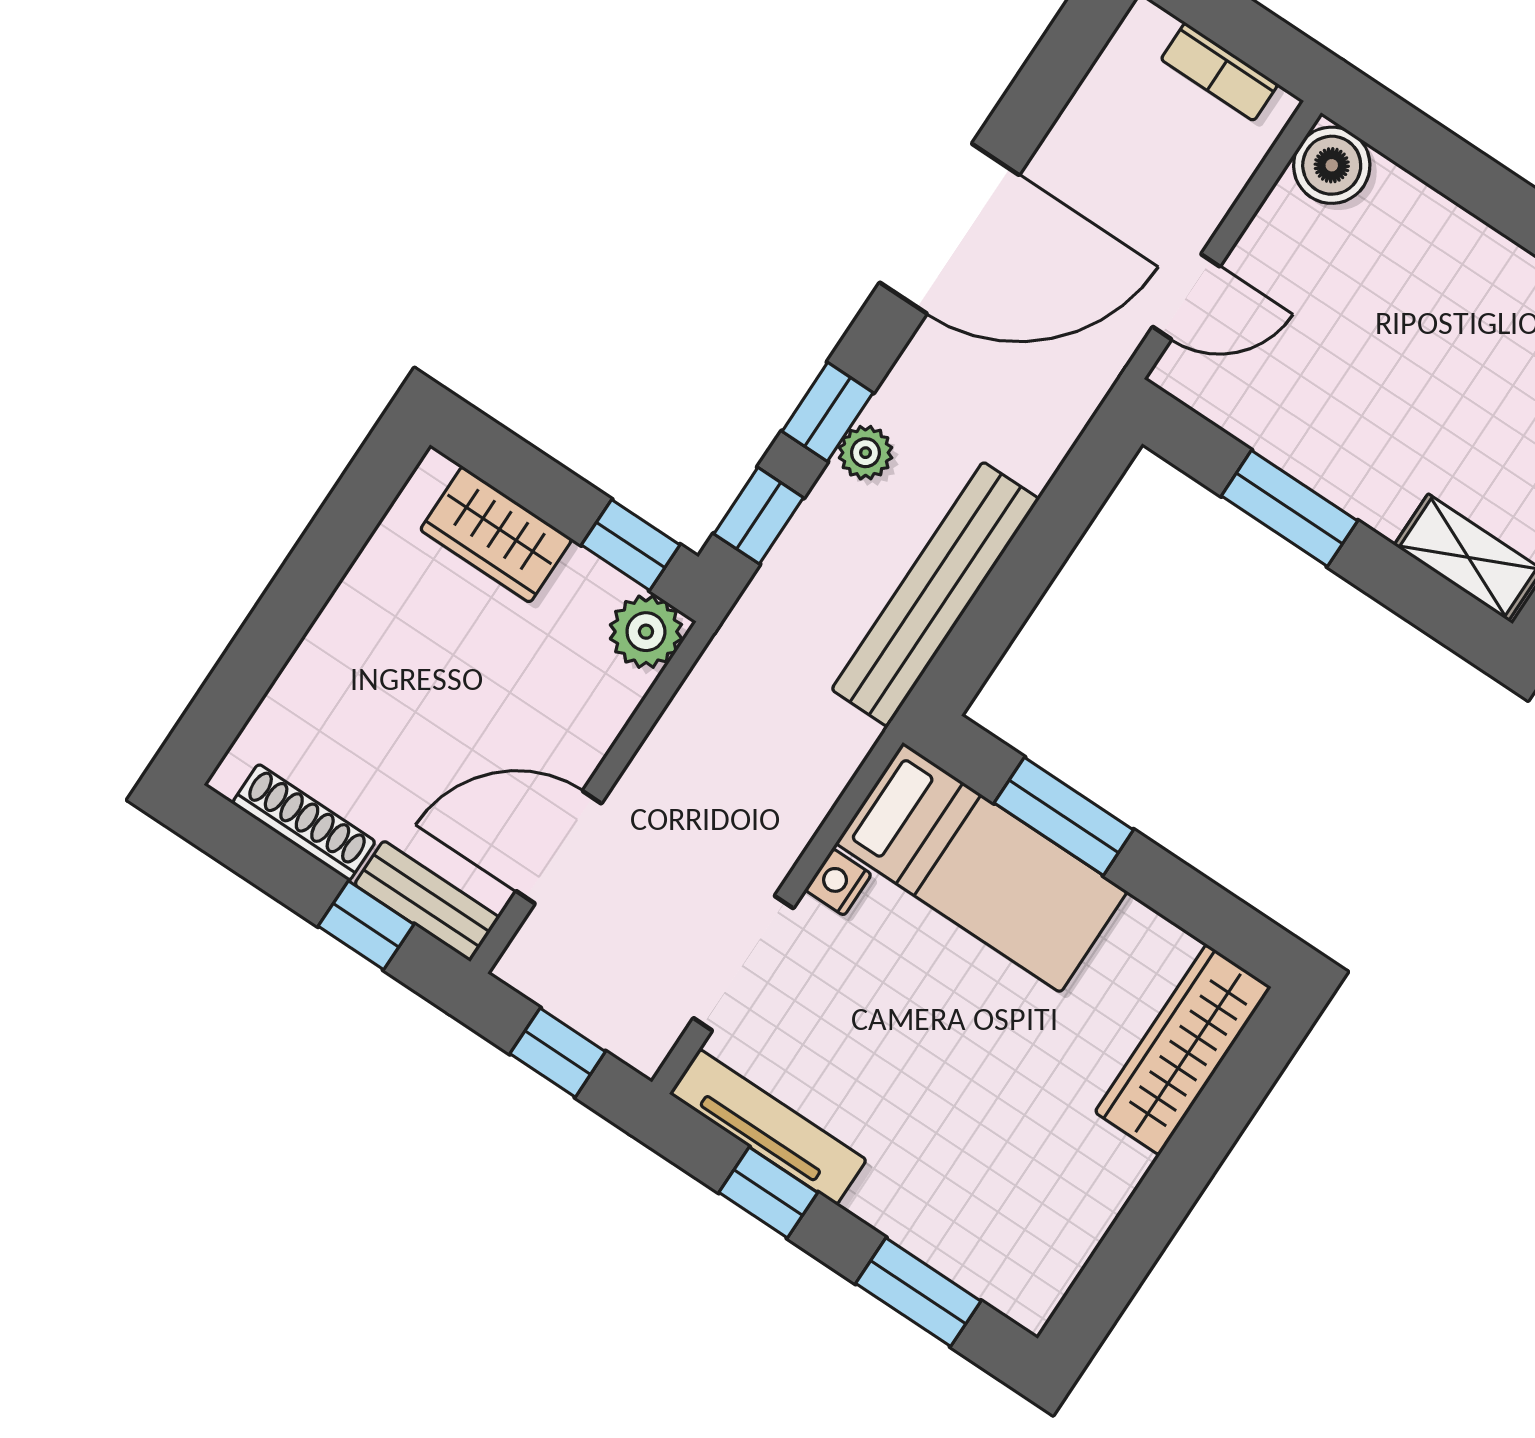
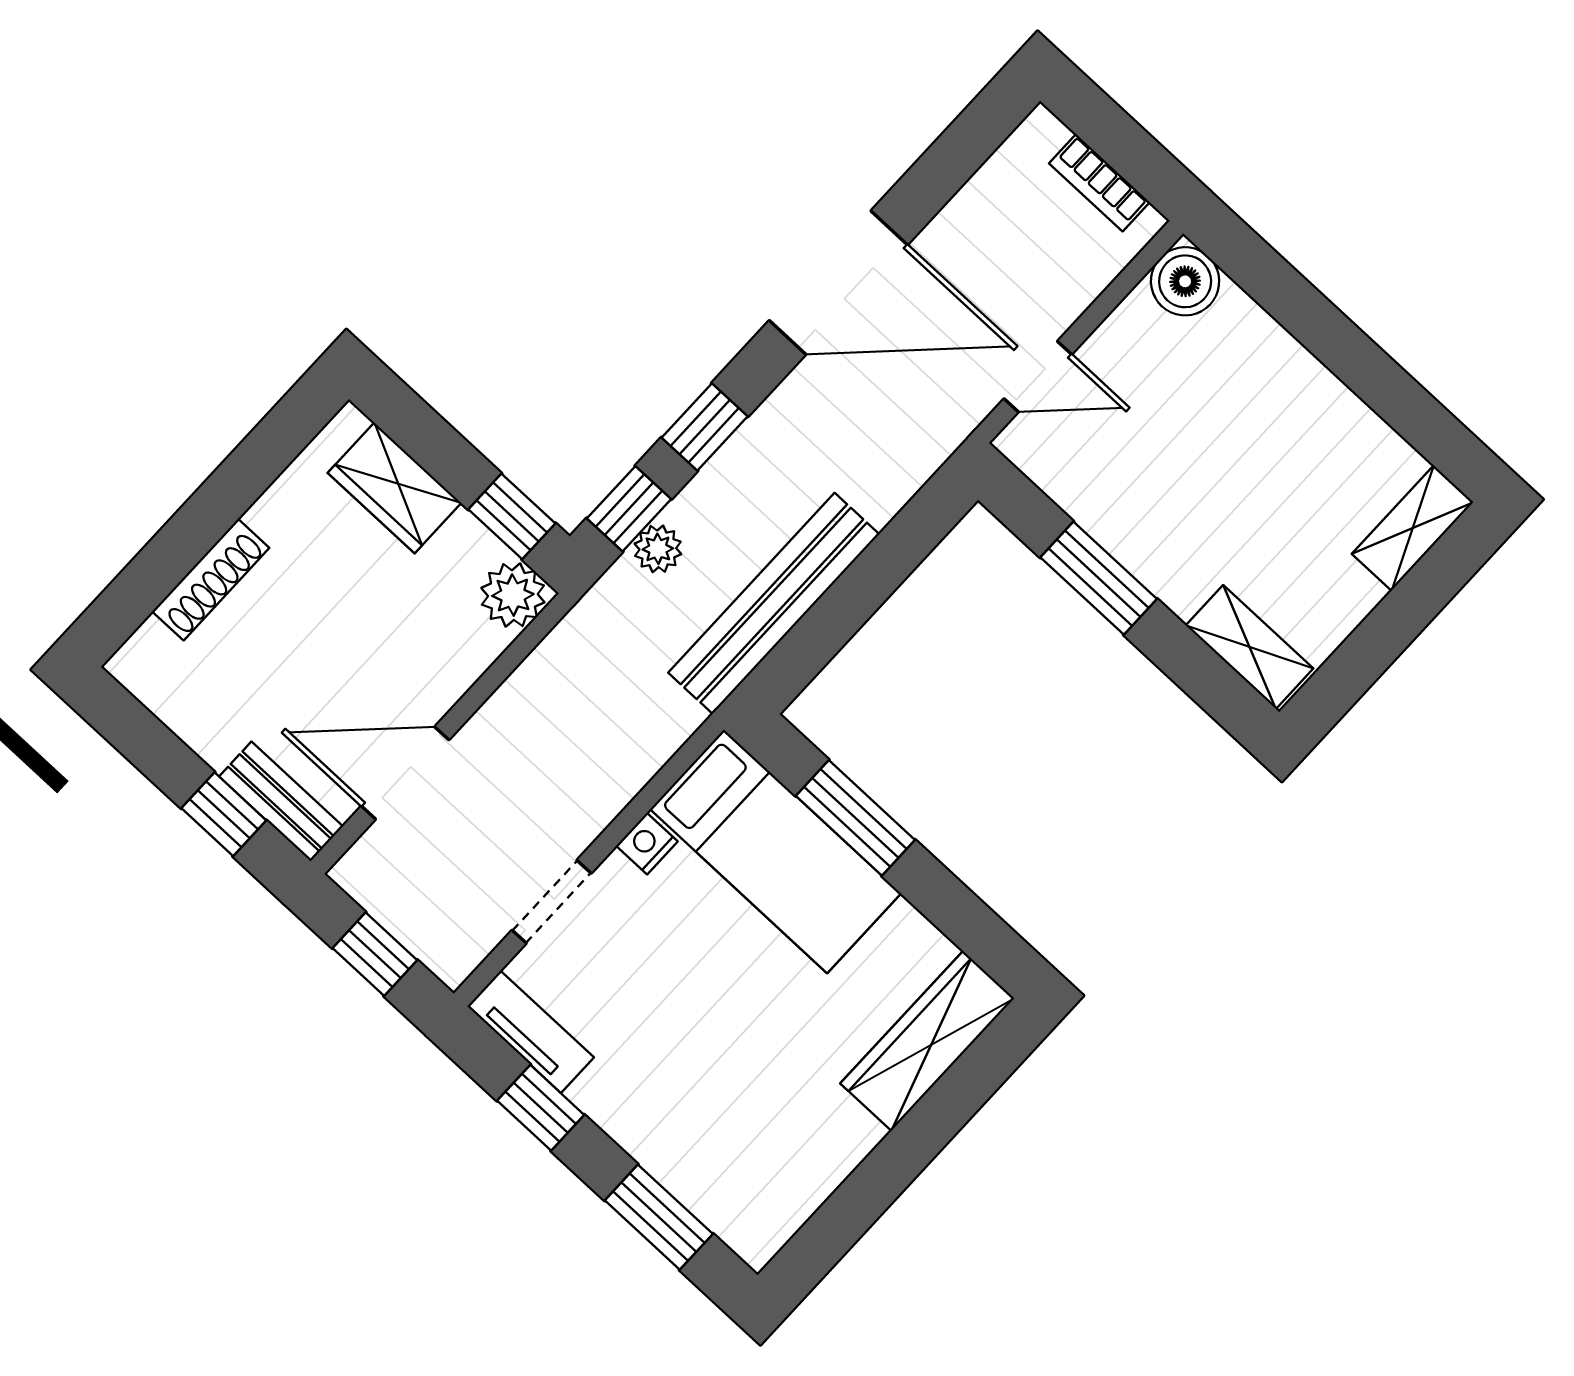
plant: (866, 453) -> (658, 549), moved
shoe rack: (304, 822) -> (211, 580), moved, turned 90
doorway: (743, 963) -> (552, 902), width x0.73
tv unit: (768, 1127) -> (531, 1032), width x0.71

